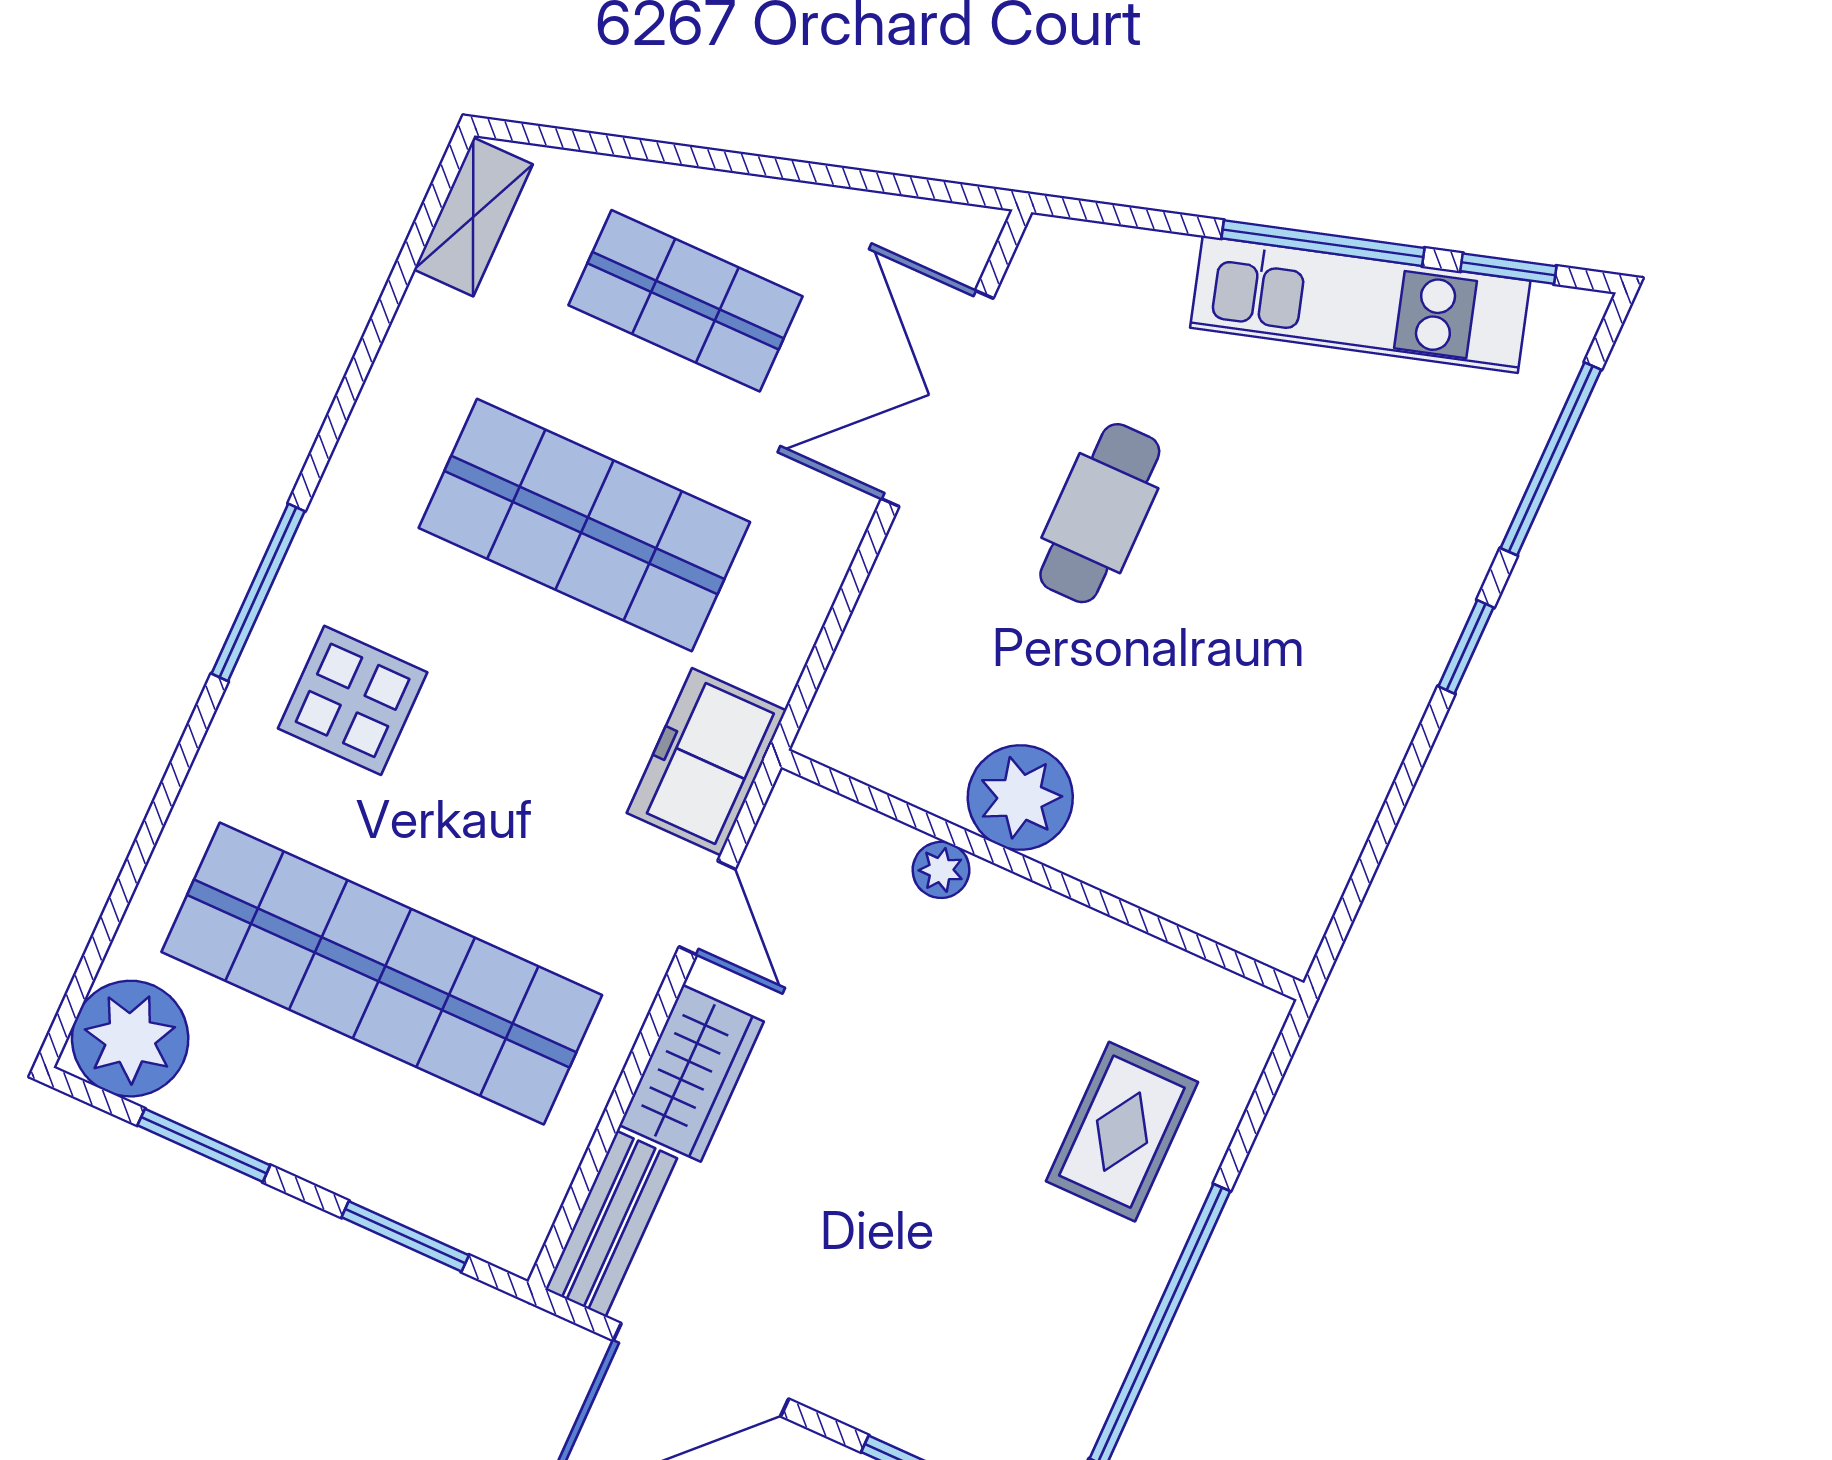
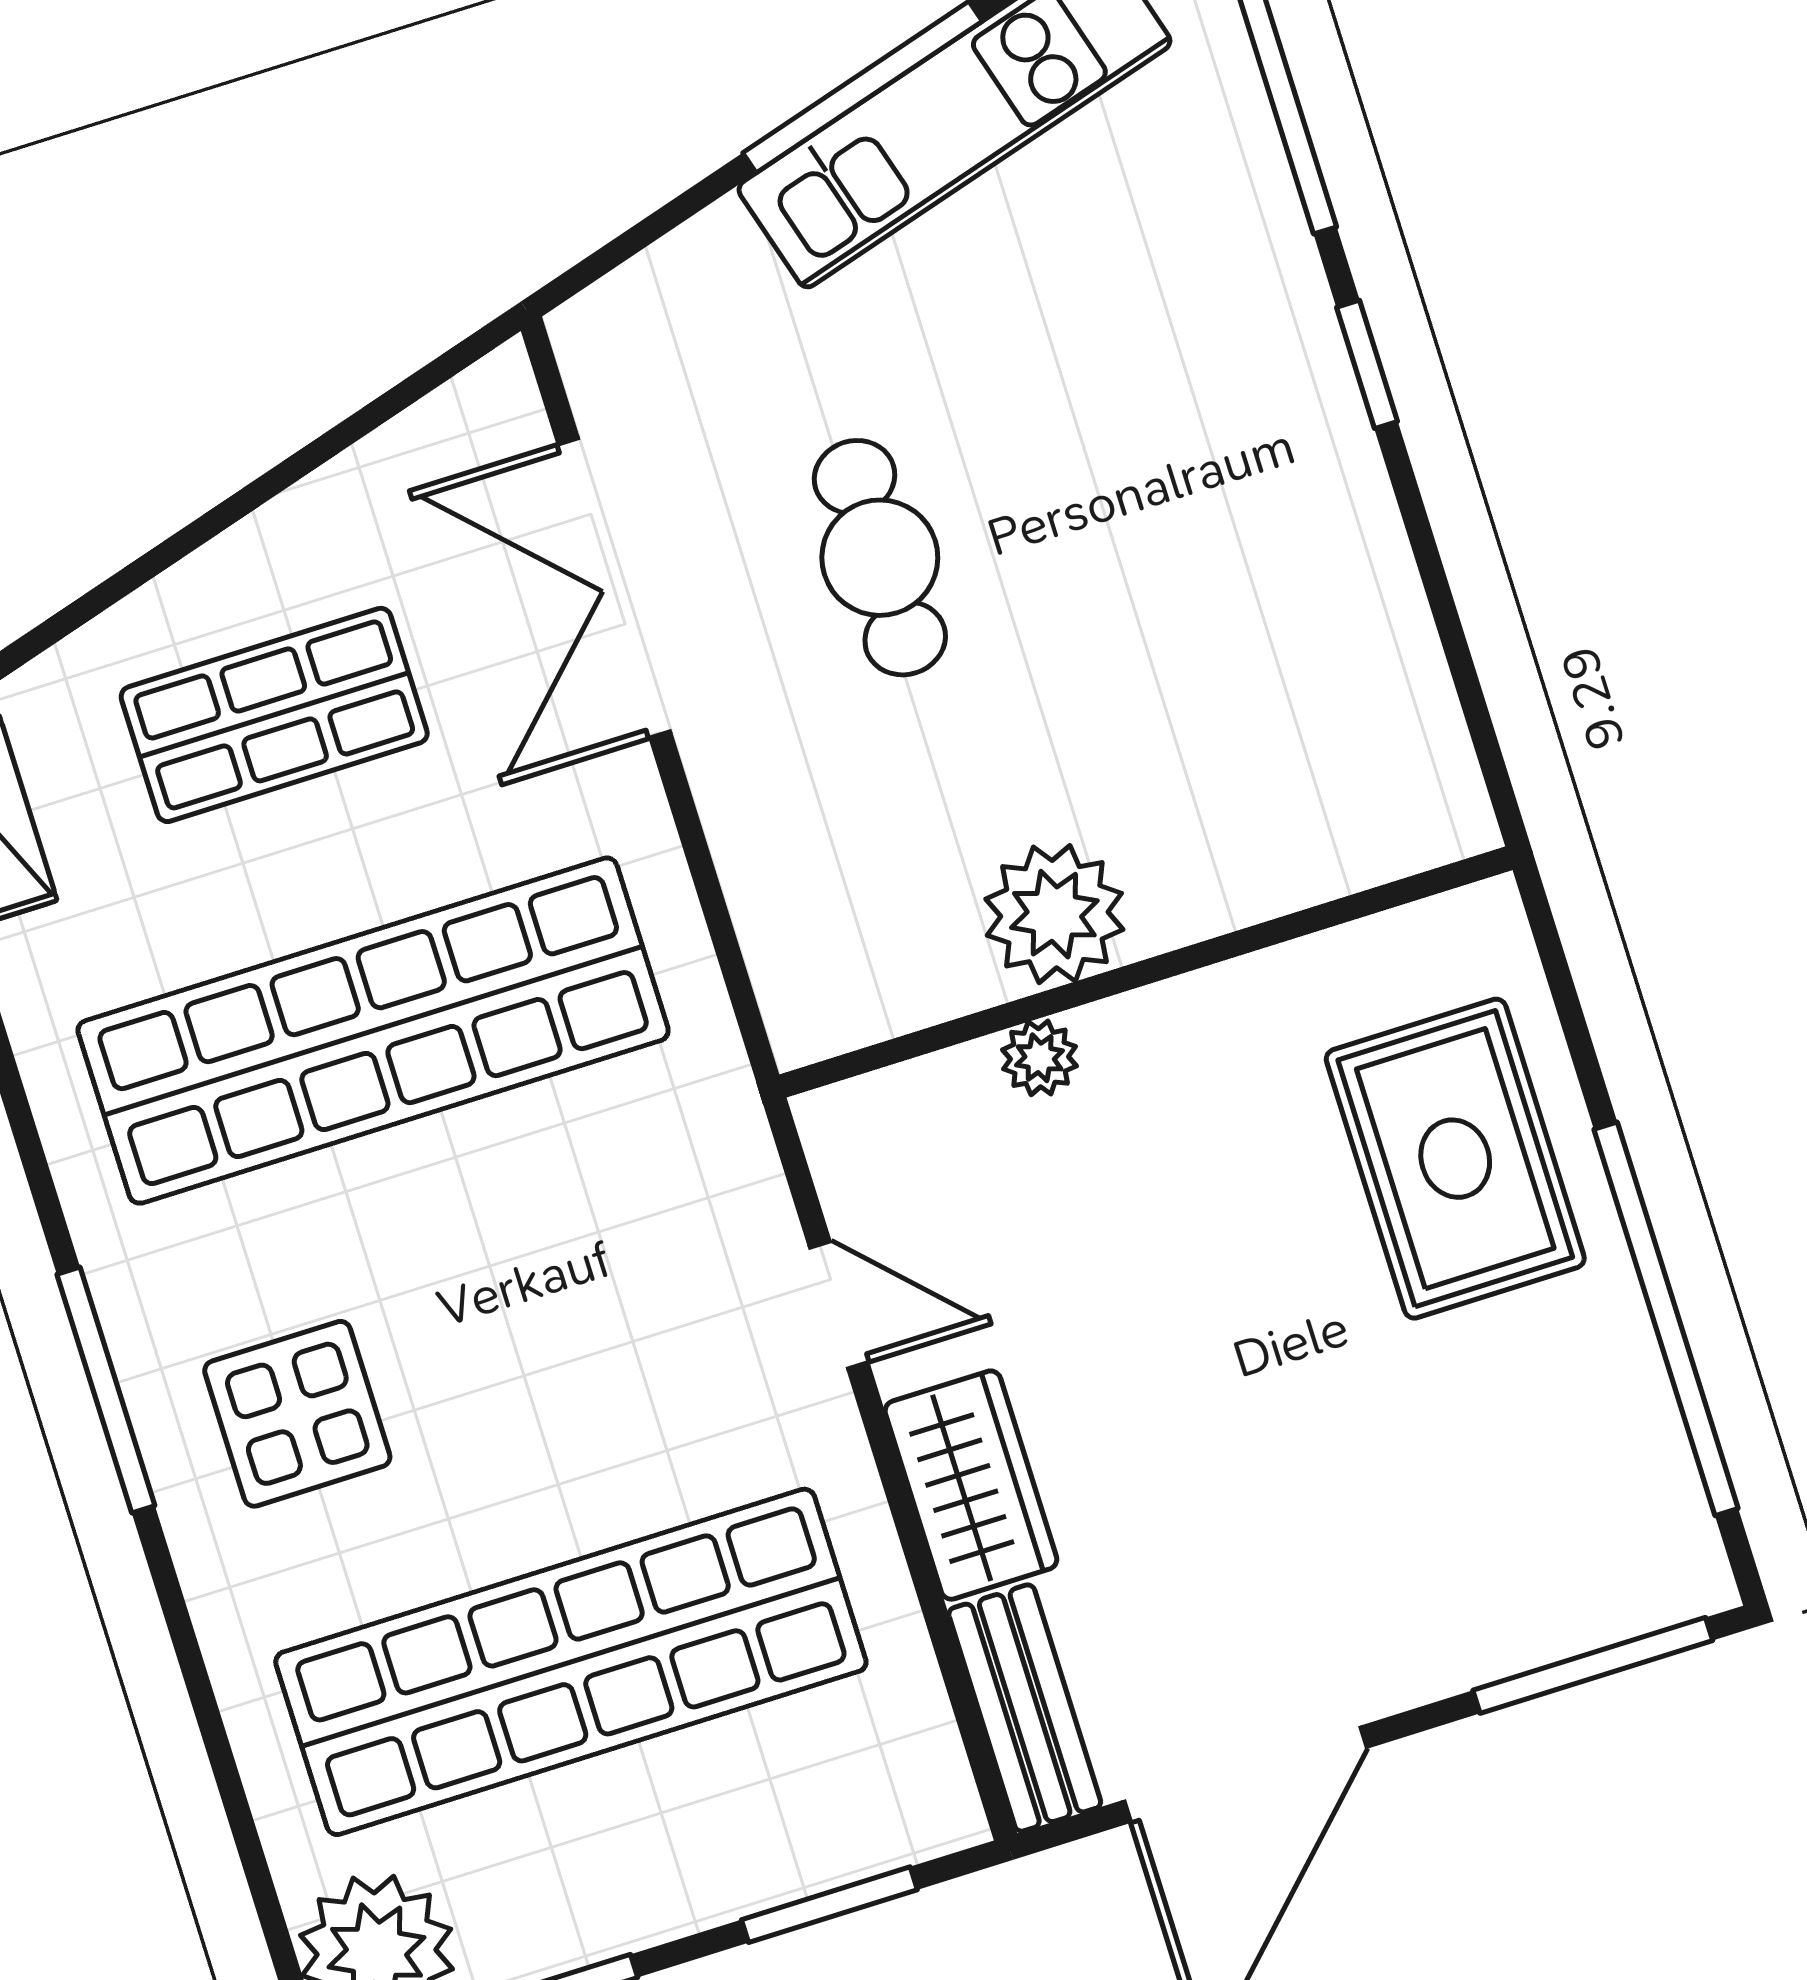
shop shelf: (584, 525) -> (373, 1031), width x1.40
freezer: (707, 762) -> (707, 1159), removed
rug: (1122, 1132) -> (1455, 1159), width x1.36, depth x1.43

